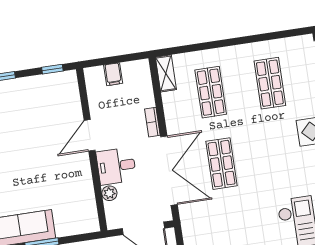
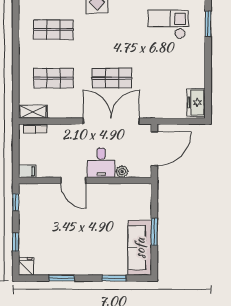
filing cabinet: (113, 74) -> (27, 171), moved
bookcase: (152, 122) -> (35, 129), moved

